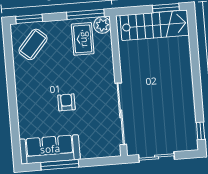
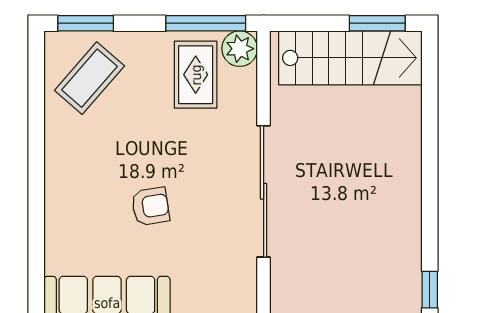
armchair: (66, 102) -> (150, 206), turned 81
sliding door: (121, 114) -> (264, 191), moved

